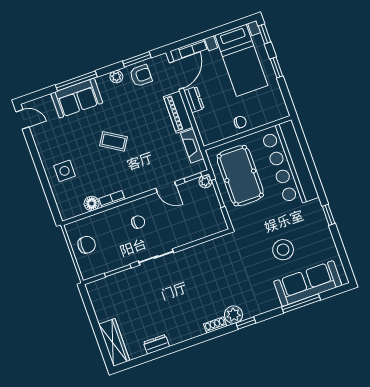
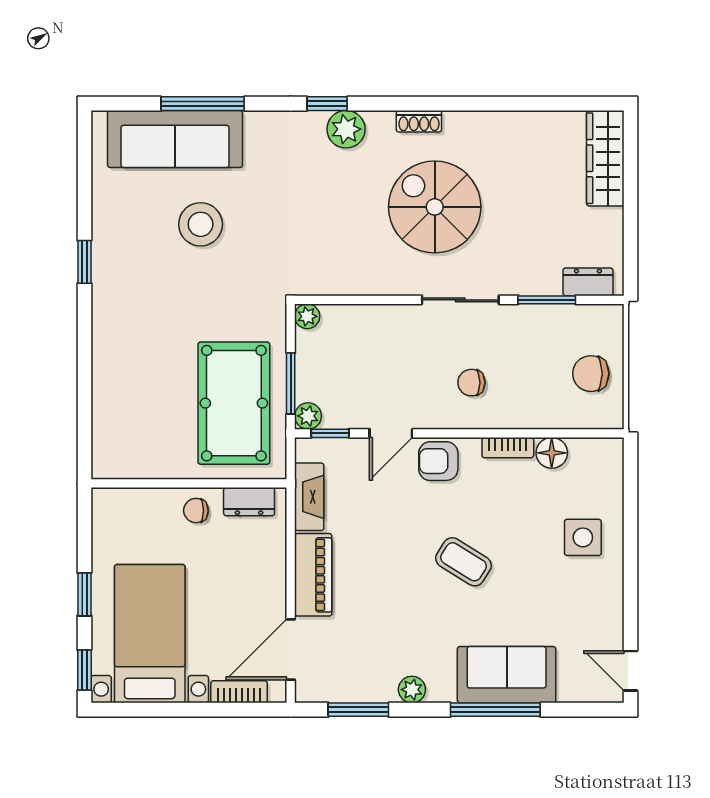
armchair: (141, 76) -> (438, 461), moved
dresser: (194, 100) -> (249, 502), moved, turned -90
bar counter: (289, 164) -> (127, 392), removed
door: (166, 187) -> (391, 433), swing flipped
plant: (221, 226) -> (307, 316), added
spiral stairs: (182, 294) -> (435, 207), added
shoe rack: (215, 325) -> (419, 121), moved
dresser: (156, 344) -> (588, 282), moved, turned 180

